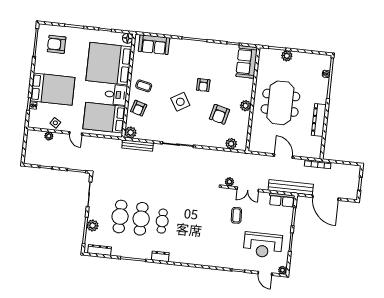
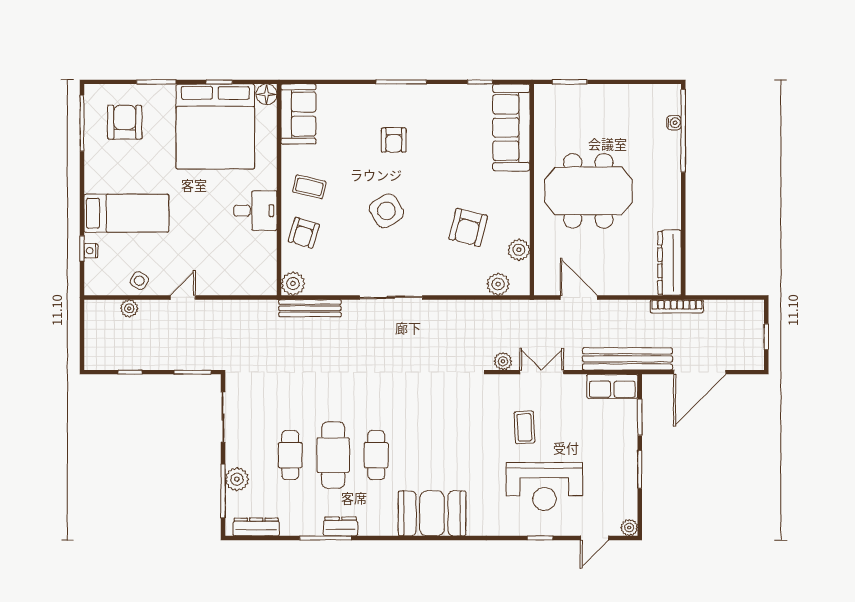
armchair: (57, 44) -> (125, 122), turned 90
sofa: (154, 45) -> (298, 114), moved, turned -90
plant: (287, 56) -> (591, 95), removed
sofa: (247, 62) -> (511, 127), width x1.36
bed: (109, 64) -> (215, 127), moved, turned -90
armchair: (203, 85) -> (394, 140), moved
bed: (53, 89) -> (126, 213), width x0.67
meeting table: (280, 103) -> (588, 191), turned 90
plant: (246, 106) -> (519, 250), moved
bed: (104, 118) -> (237, 259), removed
dresser: (319, 120) -> (670, 263), moved
door: (76, 133) -> (183, 298), swing flipped
door: (283, 156) -> (579, 298), moved
double door: (248, 189) -> (542, 372), swing flipped
door: (325, 198) -> (700, 372), hinge flipped
cafe table: (120, 217) -> (290, 455), width x0.73, depth x0.74
reception desk: (263, 245) -> (544, 486), moved
booth: (187, 253) -> (432, 513), added
dresser: (160, 256) -> (340, 526), moved
door: (265, 273) -> (594, 538), hinge flipped

